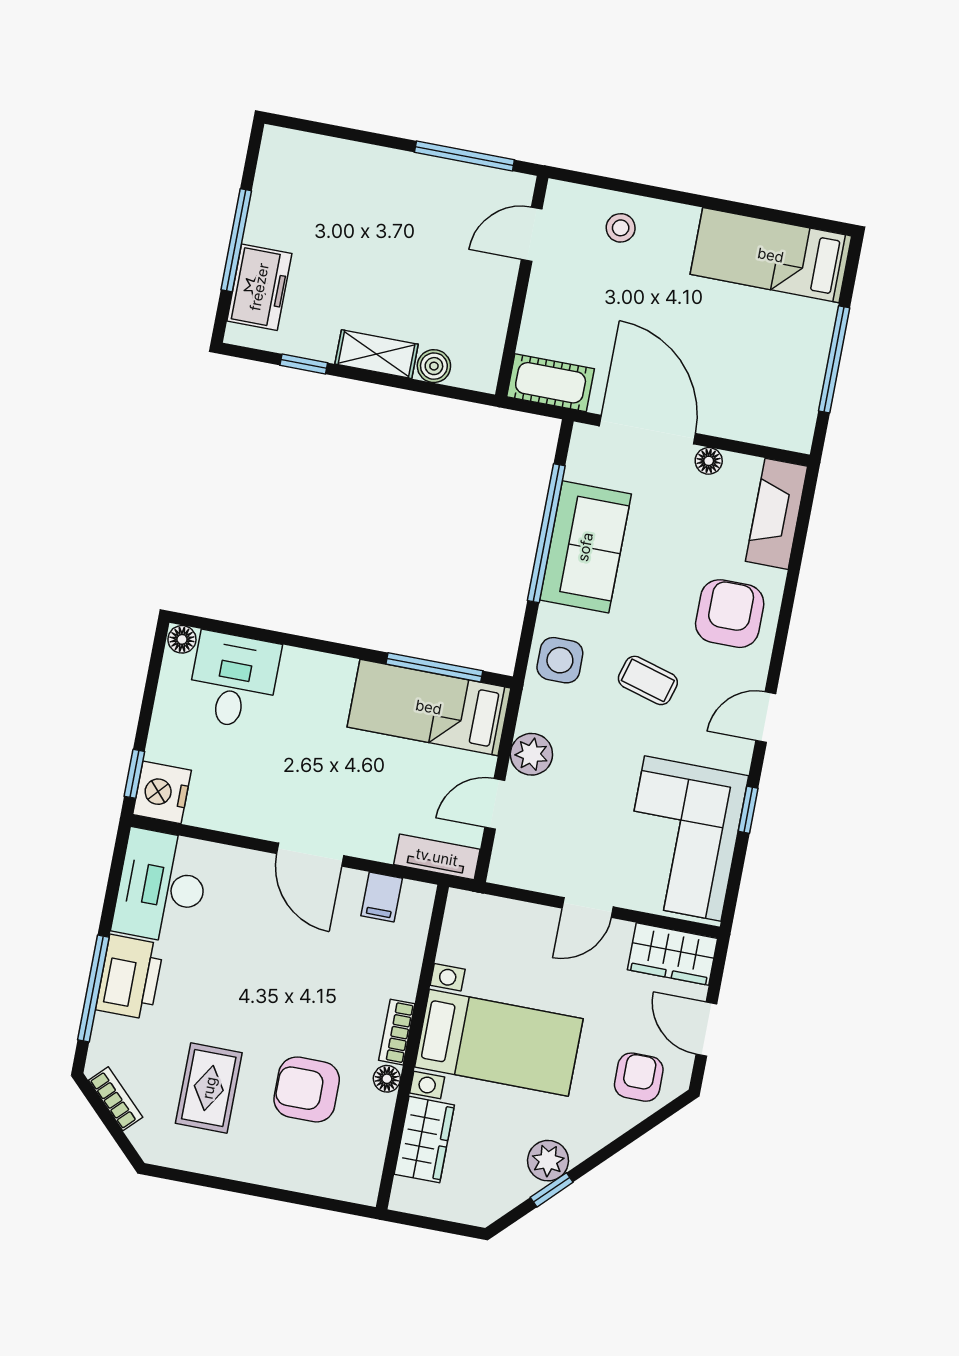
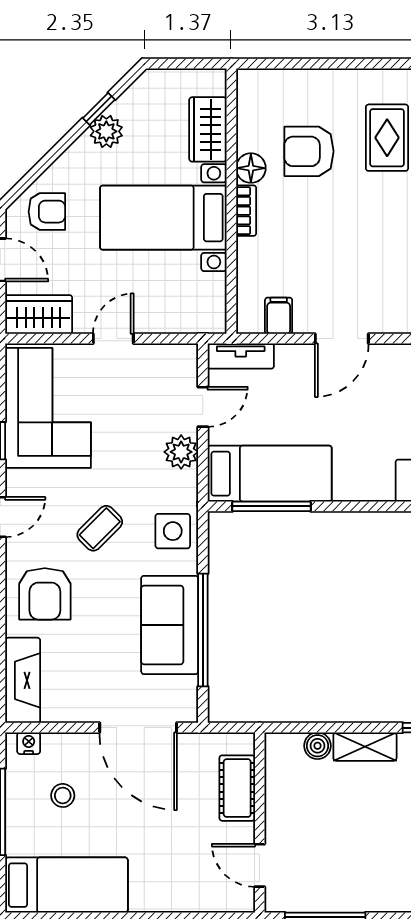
stool: (621, 228) -> (63, 795), moved
door: (532, 234) -> (260, 865), swing flipped
cot: (551, 383) -> (237, 788), moved, turned 90
nightstand: (784, 436) -> (29, 743), added
floor lamp: (709, 461) -> (85, 712), removed
coffee table: (648, 680) -> (100, 528), turned -61
door: (310, 855) -> (342, 339), swing flipped
armchair: (639, 1077) -> (47, 212), turned -90
floor lamp: (387, 1079) -> (251, 168), width x1.37, depth x1.37
armchair: (307, 1089) -> (309, 151), turned 180

